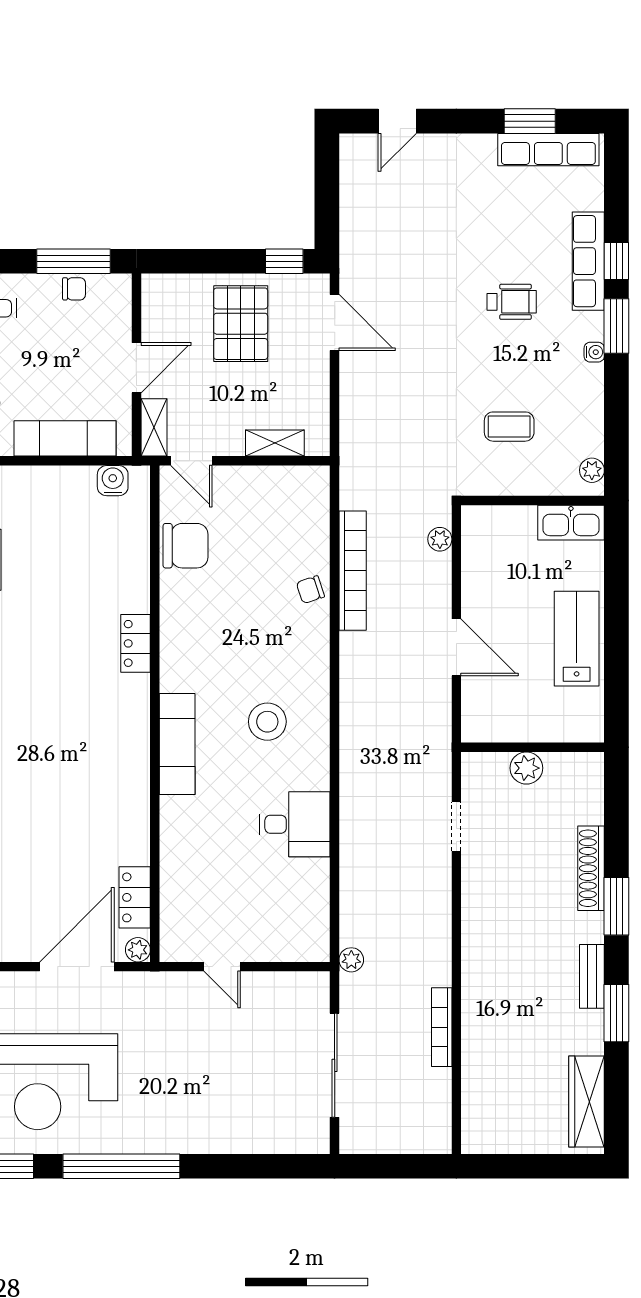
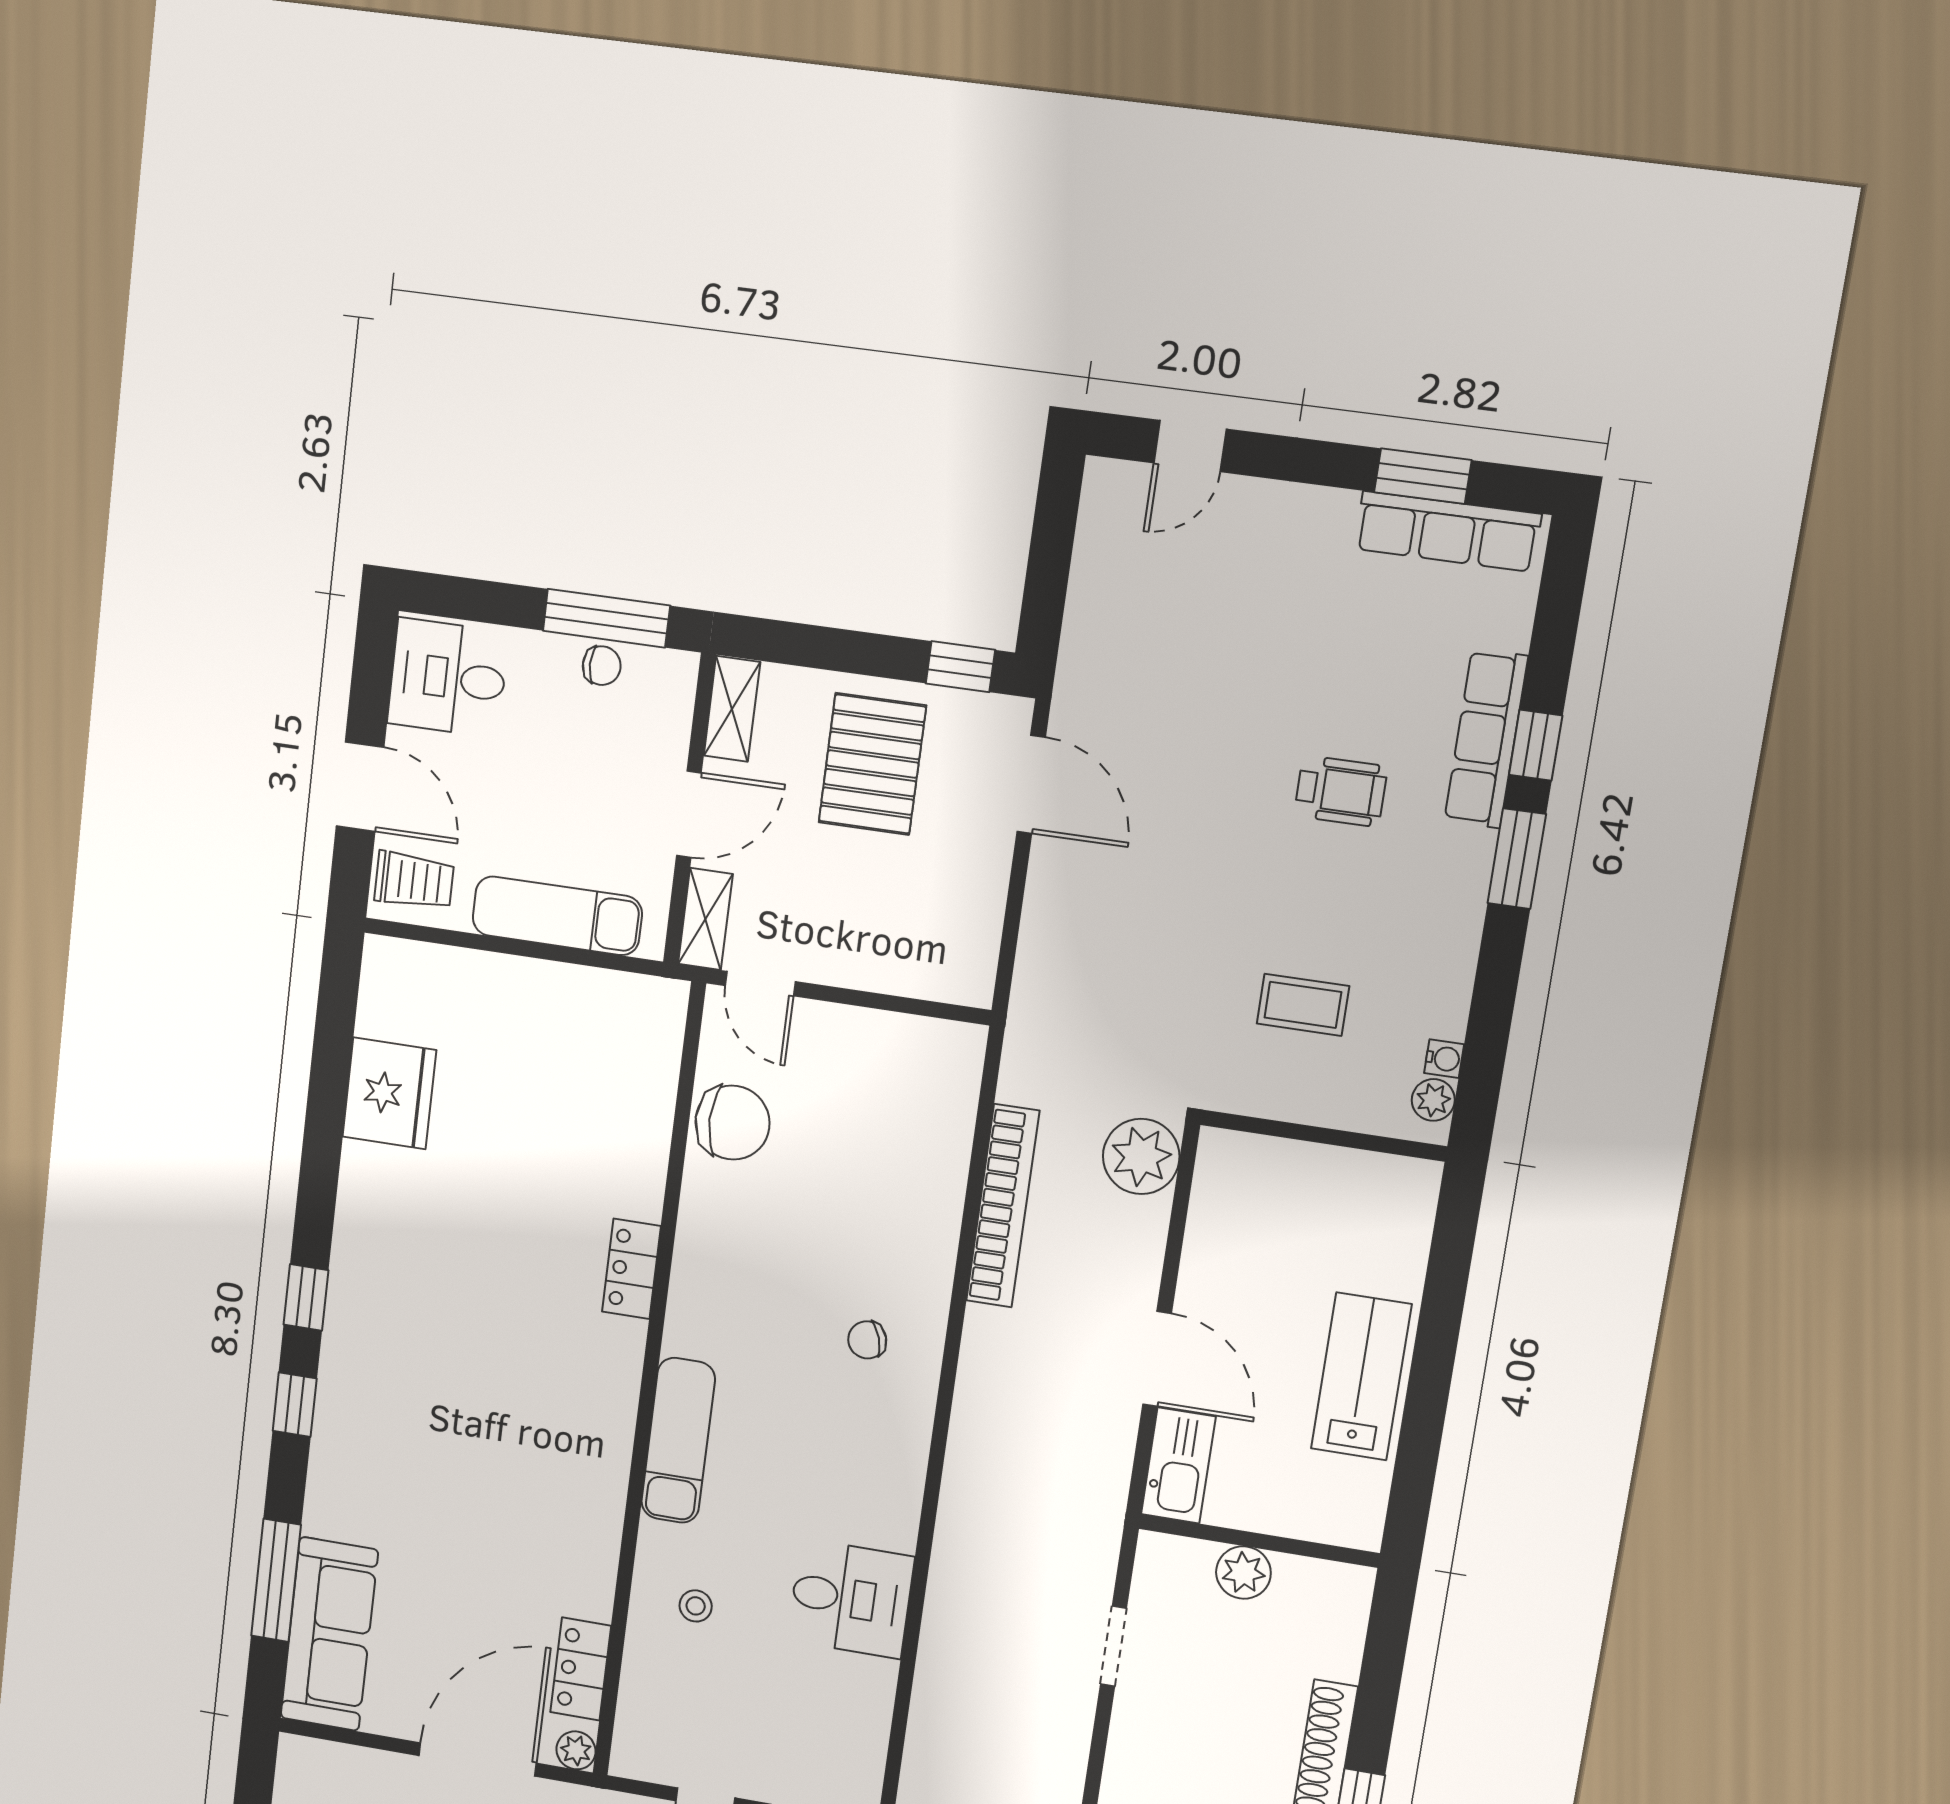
water cooler: (594, 352) -> (1444, 1059), moved
shelving: (275, 443) -> (732, 709), moved, turned 90
water cooler: (113, 481) -> (627, 997), removed
kitchen sink: (571, 523) -> (1178, 1465), moved, turned -90
plant: (440, 539) -> (1141, 1156), width x1.87, depth x1.87
chair: (310, 590) -> (867, 1340), moved
stool: (267, 722) -> (696, 1606), moved, width x0.53, depth x0.53

